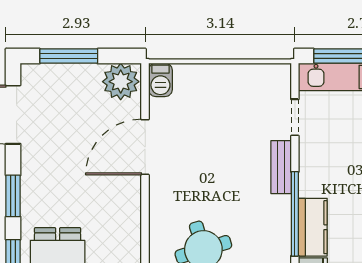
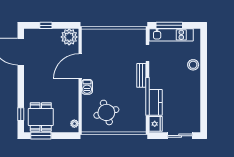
window: (69, 56) -> (46, 25), width x0.46
barbecue: (160, 80) -> (87, 87), moved
window: (13, 196) -> (21, 88), removed

